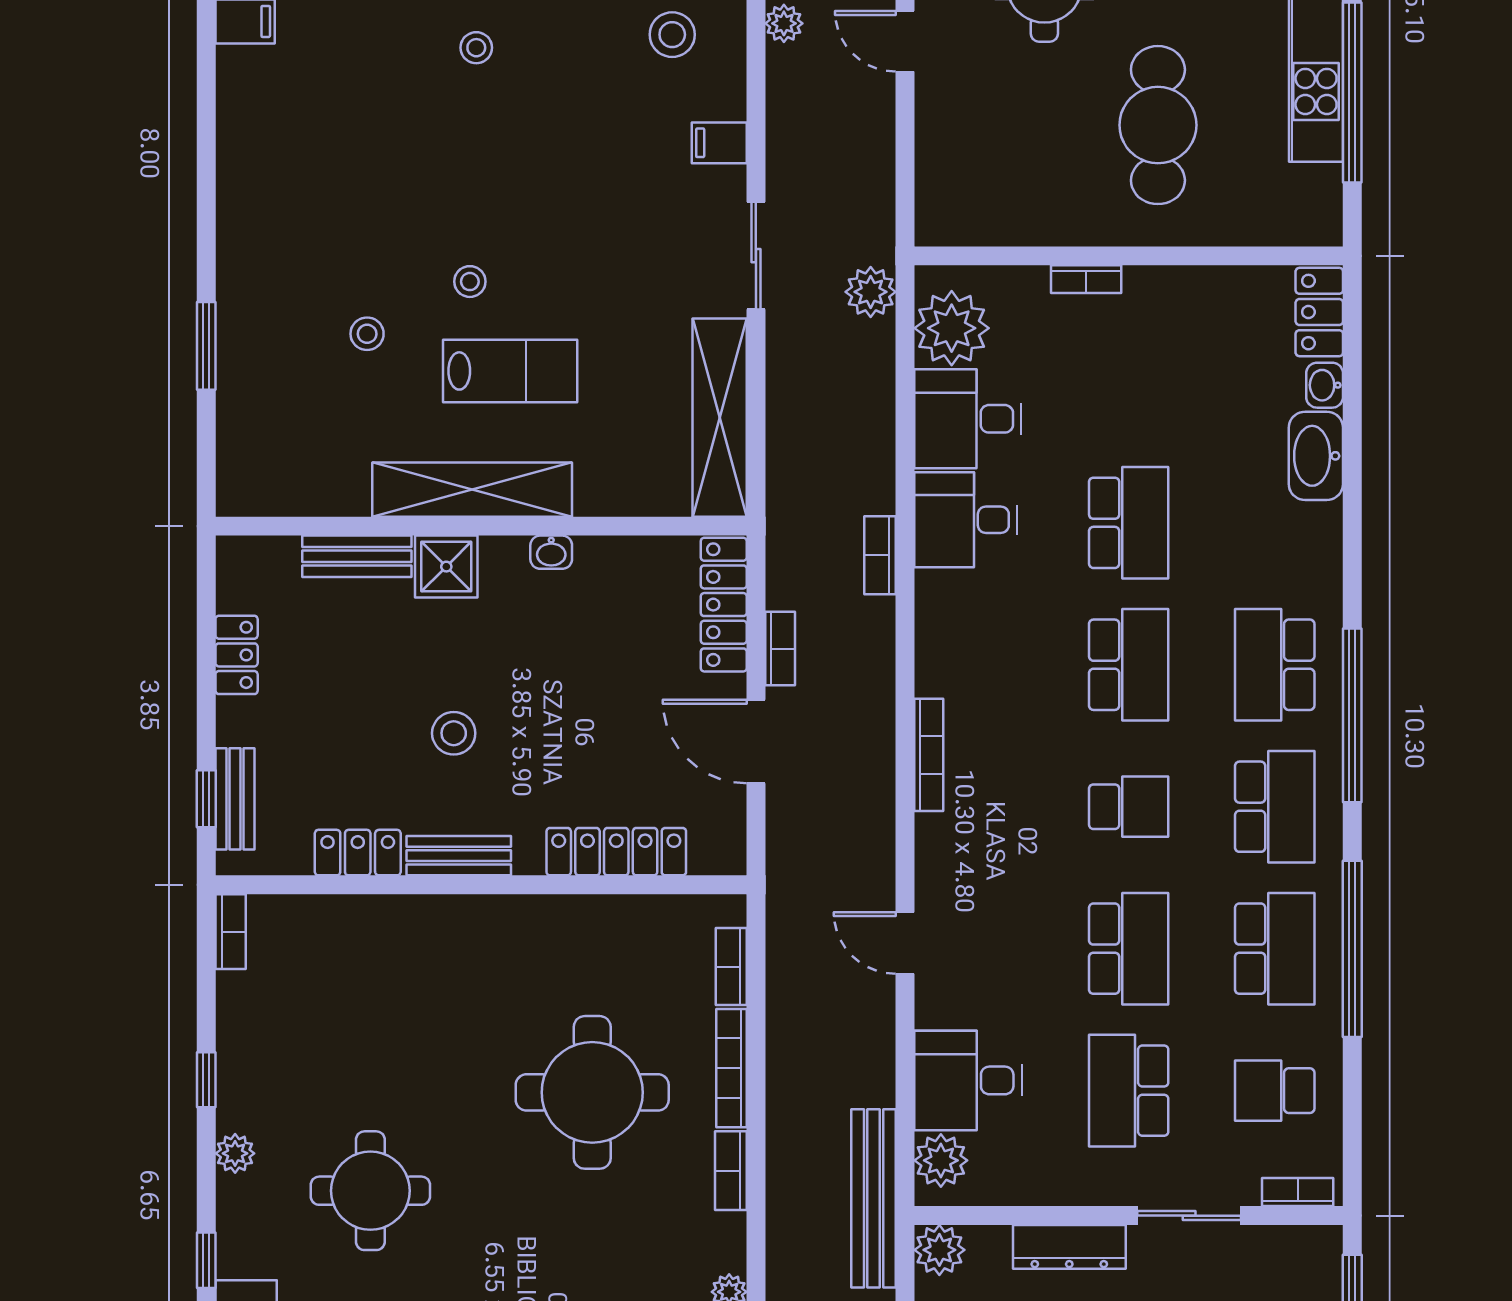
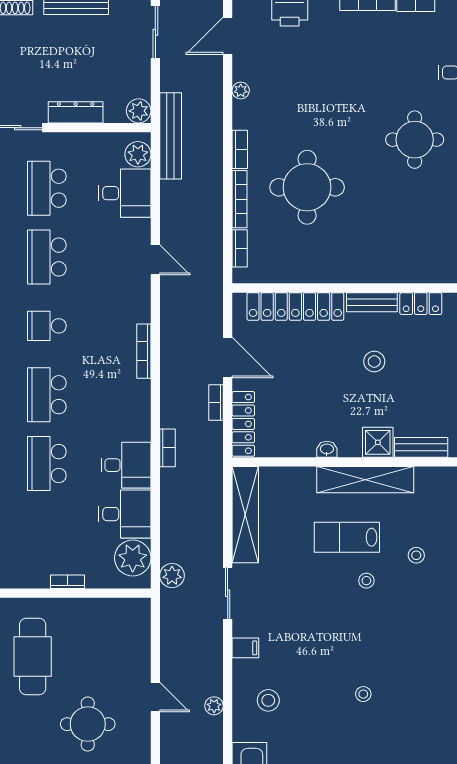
locker: (616, 852) -> (295, 306), width x1.41, depth x1.21
school desk: (1129, 1091) -> (47, 188), turned 180

